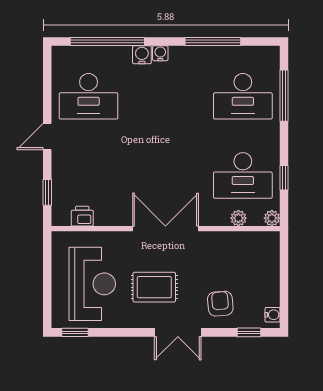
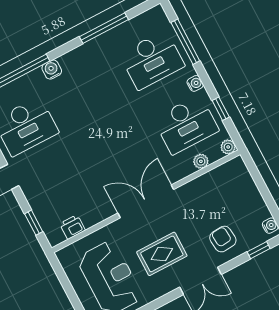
water cooler: (160, 53) -> (195, 83), moved, turned 90

